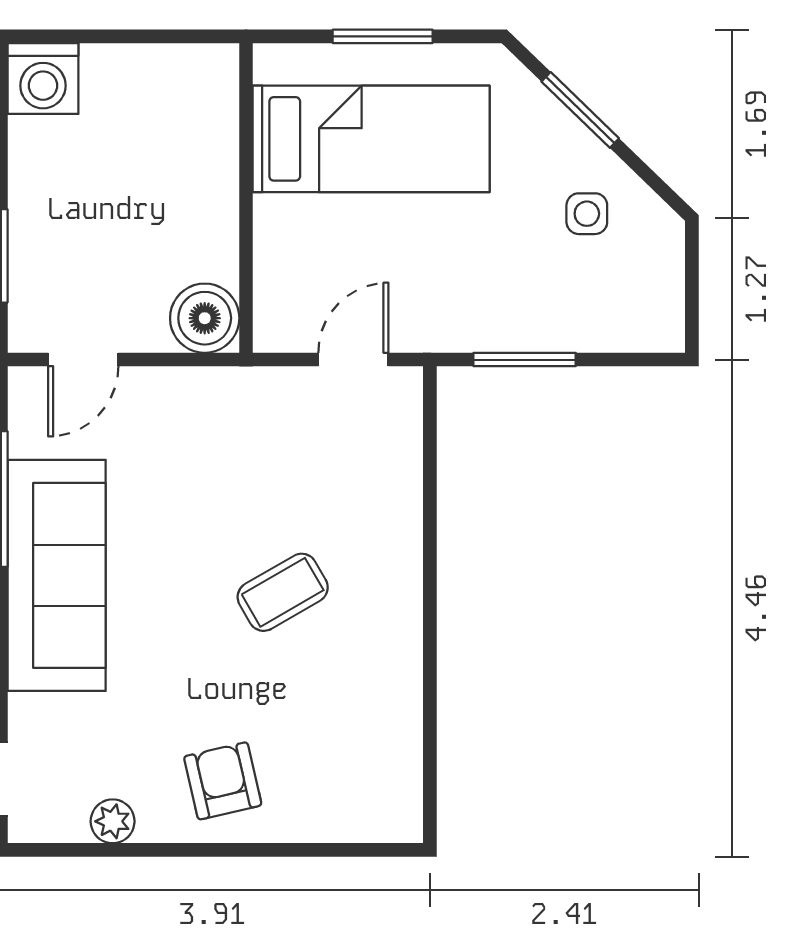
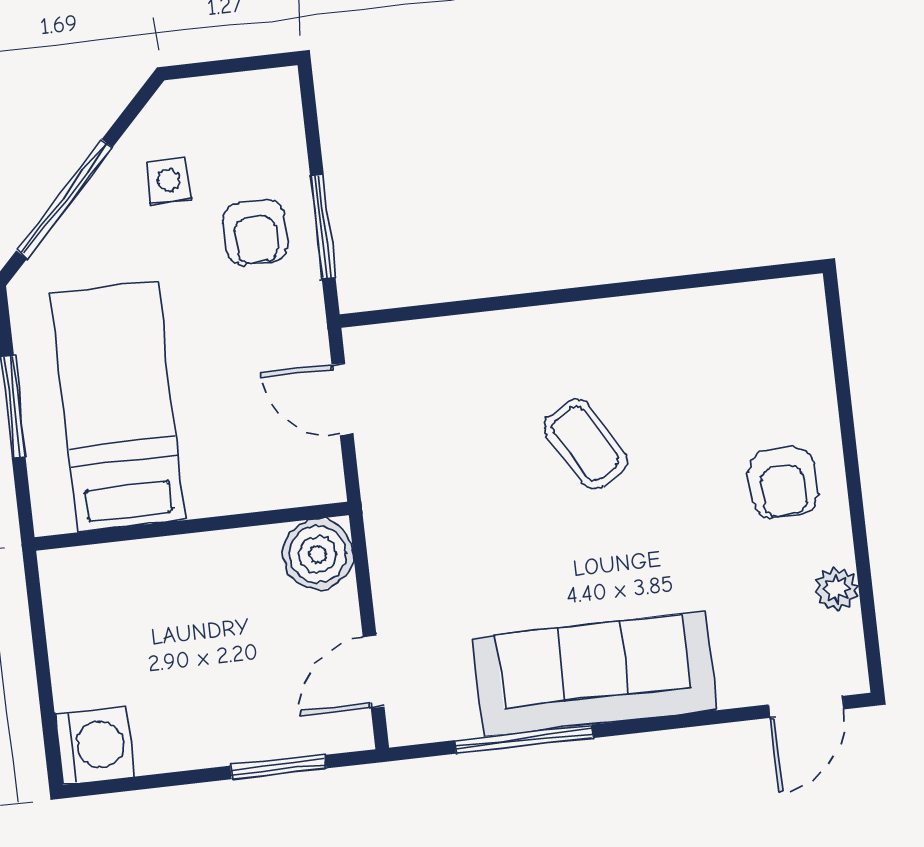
window: (580, 110) -> (64, 199), width x1.44
armchair: (526, 293) -> (255, 232), added
door: (83, 360) -> (374, 672), swing flipped
armchair: (223, 781) -> (783, 483), turned -77

